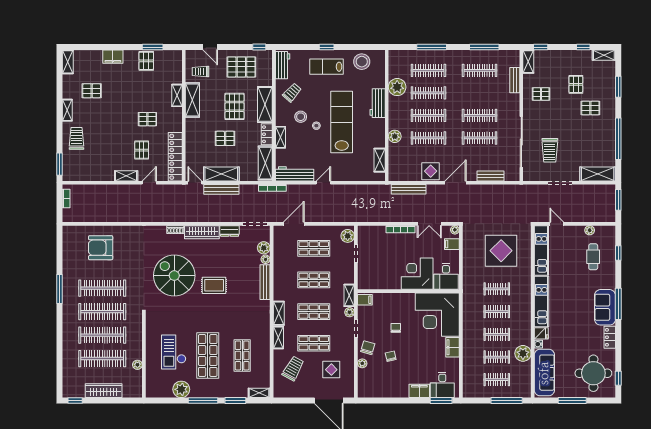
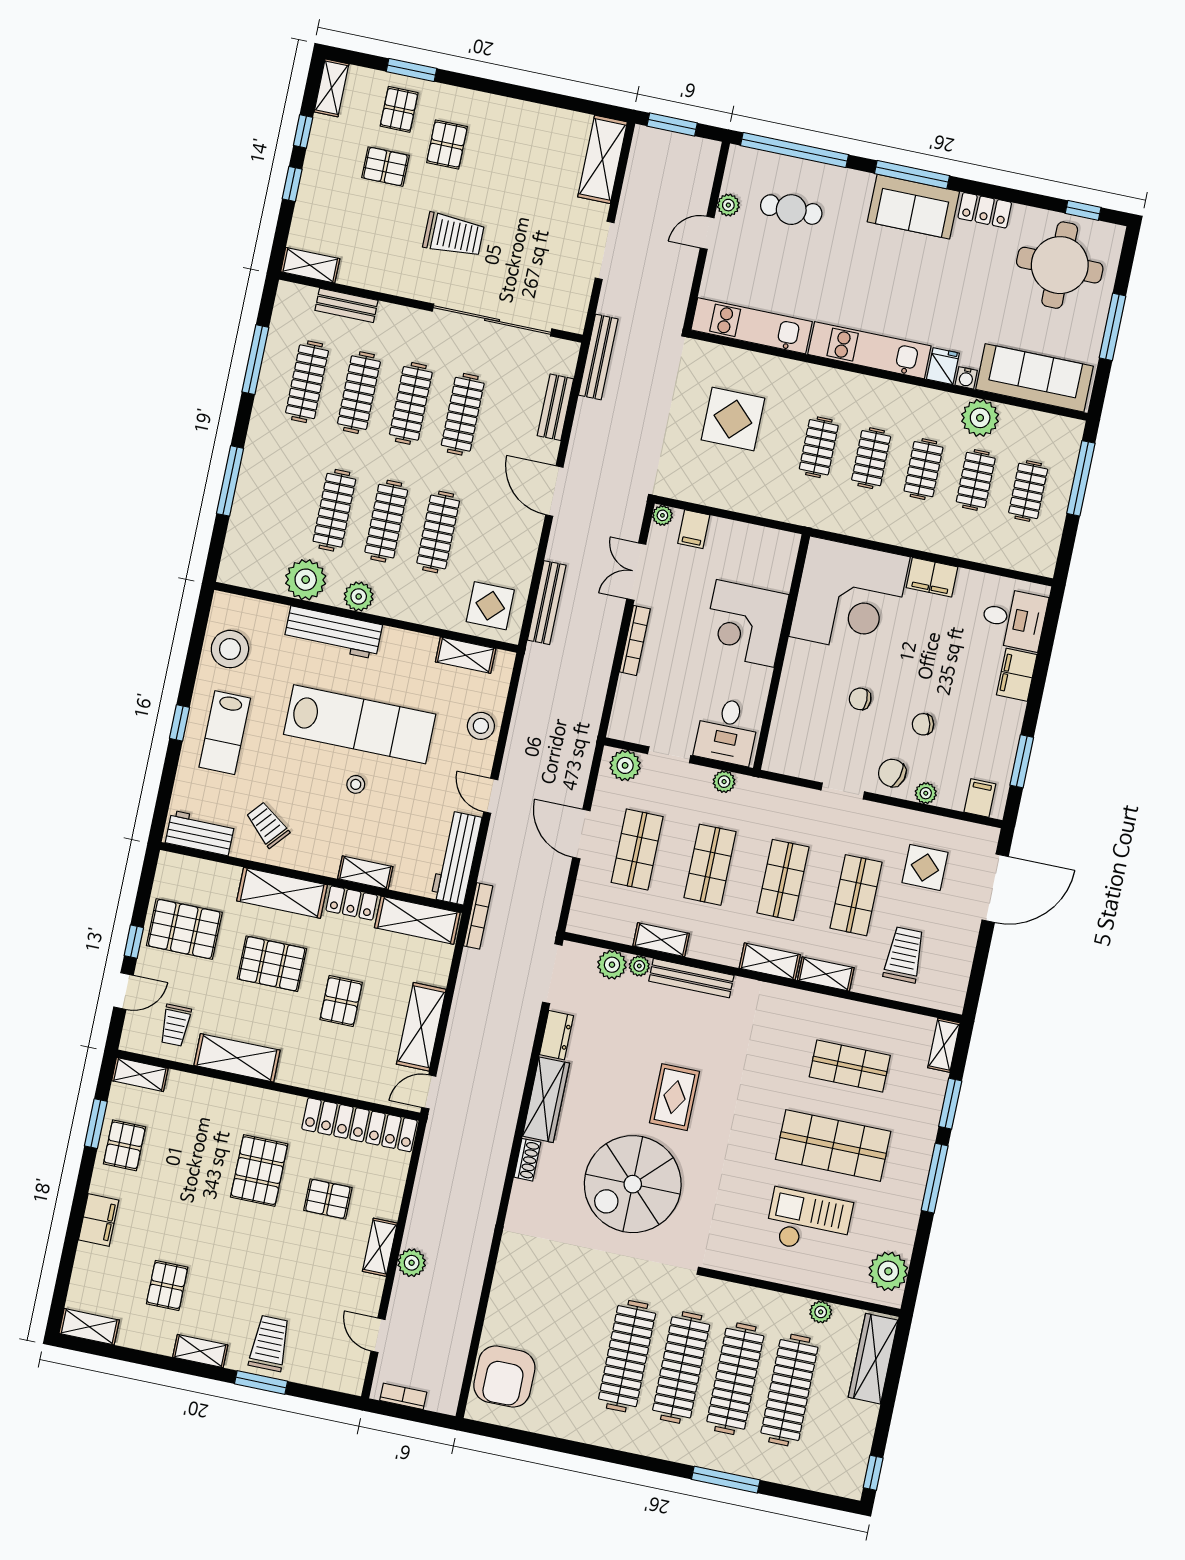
window: (259, 47) -> (134, 942), moved
window: (541, 47) -> (292, 184), moved
pallet: (146, 61) -> (124, 1145), turned 90
pallet: (241, 67) -> (184, 929), turned 90
clothes rail: (428, 70) -> (359, 393), moved
pallet: (541, 94) -> (399, 109), moved
shelving: (177, 95) -> (140, 1075), moved
workbench: (378, 103) -> (333, 633), width x1.38
stool: (301, 117) -> (481, 726), moved
pallet: (147, 119) -> (259, 1171), width x1.50, depth x1.42
lab bench: (342, 122) -> (360, 724), turned 180
plant: (395, 136) -> (359, 597), moved
trolley: (76, 138) -> (270, 1343), turned 90
window: (618, 139) -> (531, 95), removed
trolley: (550, 150) -> (454, 235), moved
window: (59, 164) -> (261, 1383), moved
display table: (431, 171) -> (490, 606), moved
door: (149, 183) -> (378, 1335), moved
bench: (221, 189) -> (598, 357), moved
plant: (122, 190) -> (412, 1263), added
door: (294, 224) -> (581, 834), moved
double door: (429, 224) -> (636, 572), swing flipped
door: (557, 224) -> (707, 233), moved
armchair: (101, 248) -> (504, 1377), moved
display table: (501, 251) -> (733, 419), width x0.73, depth x0.73
window: (618, 253) -> (795, 150), width x3.17
desk: (446, 276) -> (727, 731), moved, turned 90
window: (59, 289) -> (726, 1480), moved
shelving: (349, 295) -> (661, 940), moved
filing cabinet: (365, 300) -> (980, 798), moved
plant: (350, 312) -> (724, 782), moved
checkout: (174, 352) -> (809, 1222), turned 180
trolley: (293, 368) -> (904, 955), turned 61
plant: (181, 389) -> (888, 1271), moved
wardrobe: (104, 391) -> (873, 1359), moved
window: (441, 401) -> (1022, 761), moved

